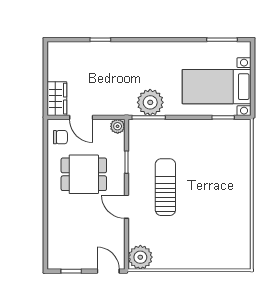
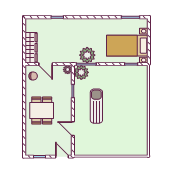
wardrobe: (57, 99) -> (31, 48), width x1.50
dining table: (84, 174) -> (42, 111), moved, turned 90
door: (127, 207) -> (73, 129), moved
plant: (140, 257) -> (81, 72), moved

